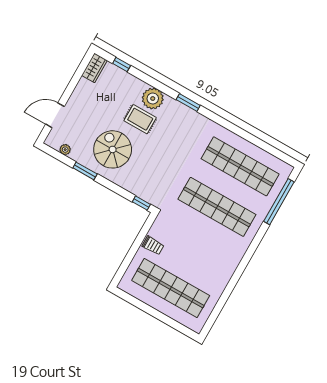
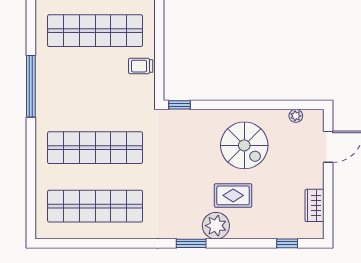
wardrobe: (95, 68) -> (315, 205), moved
plant: (153, 99) -> (216, 226), moved
window: (85, 171) -> (261, 105), removed
window: (279, 202) -> (31, 86), moved

